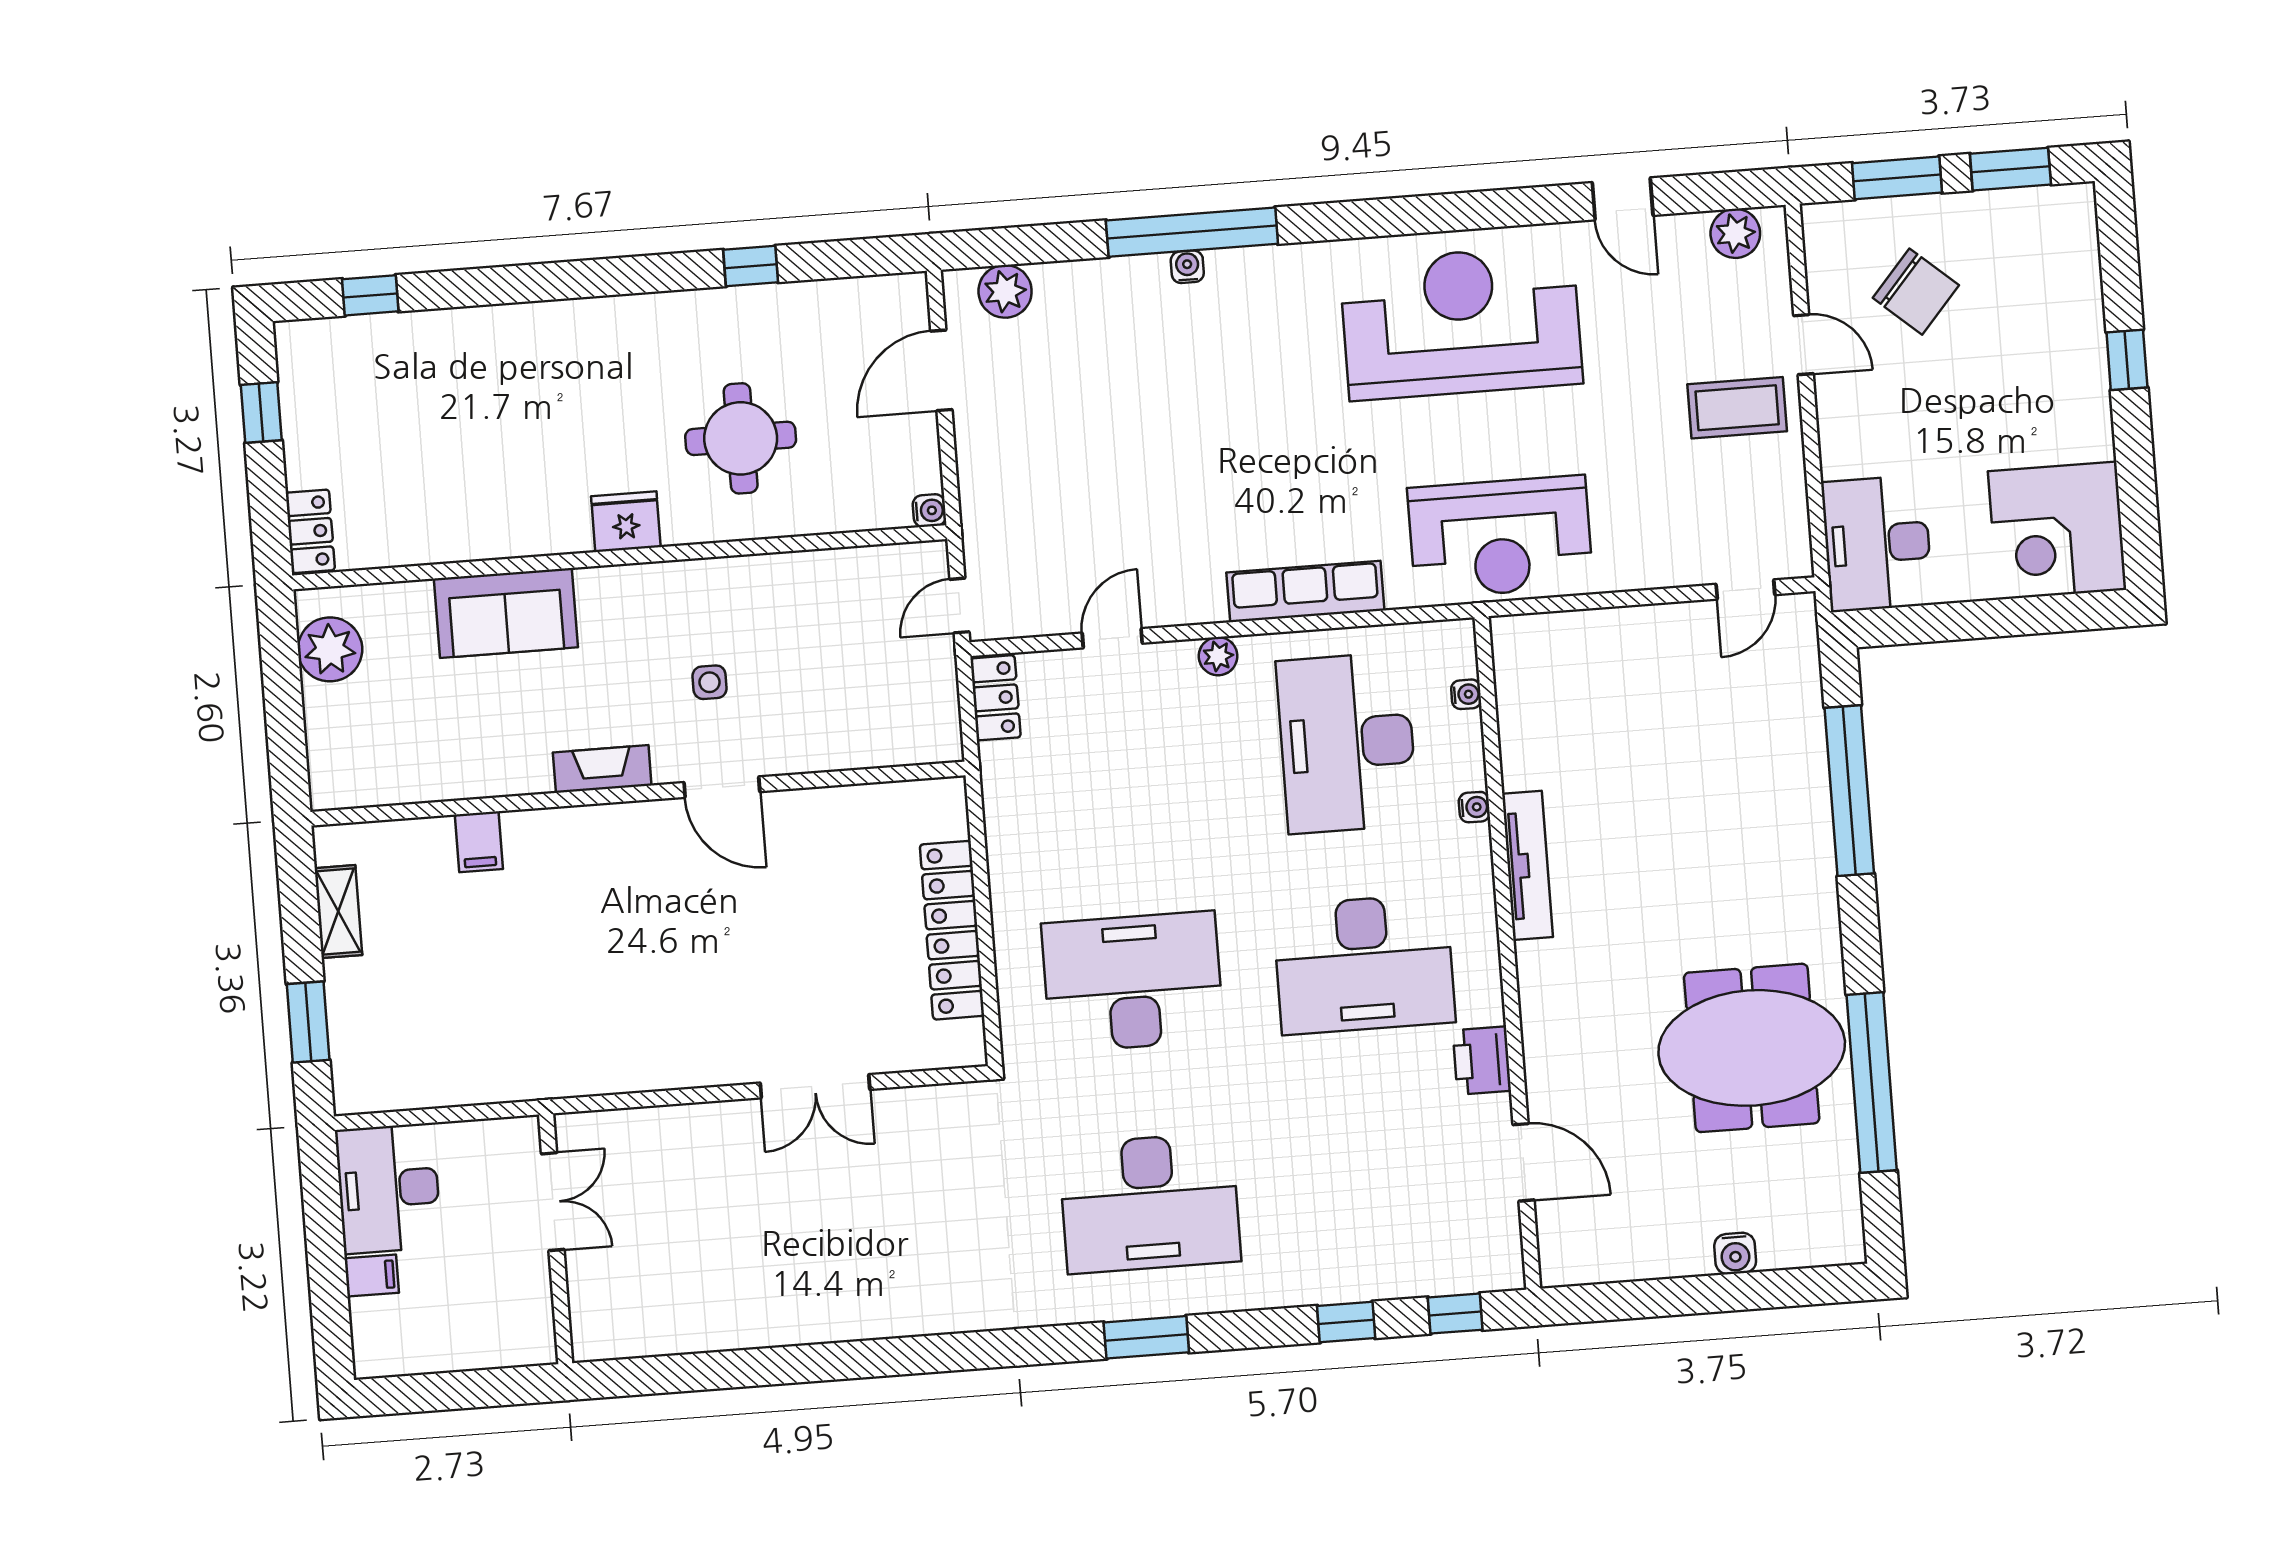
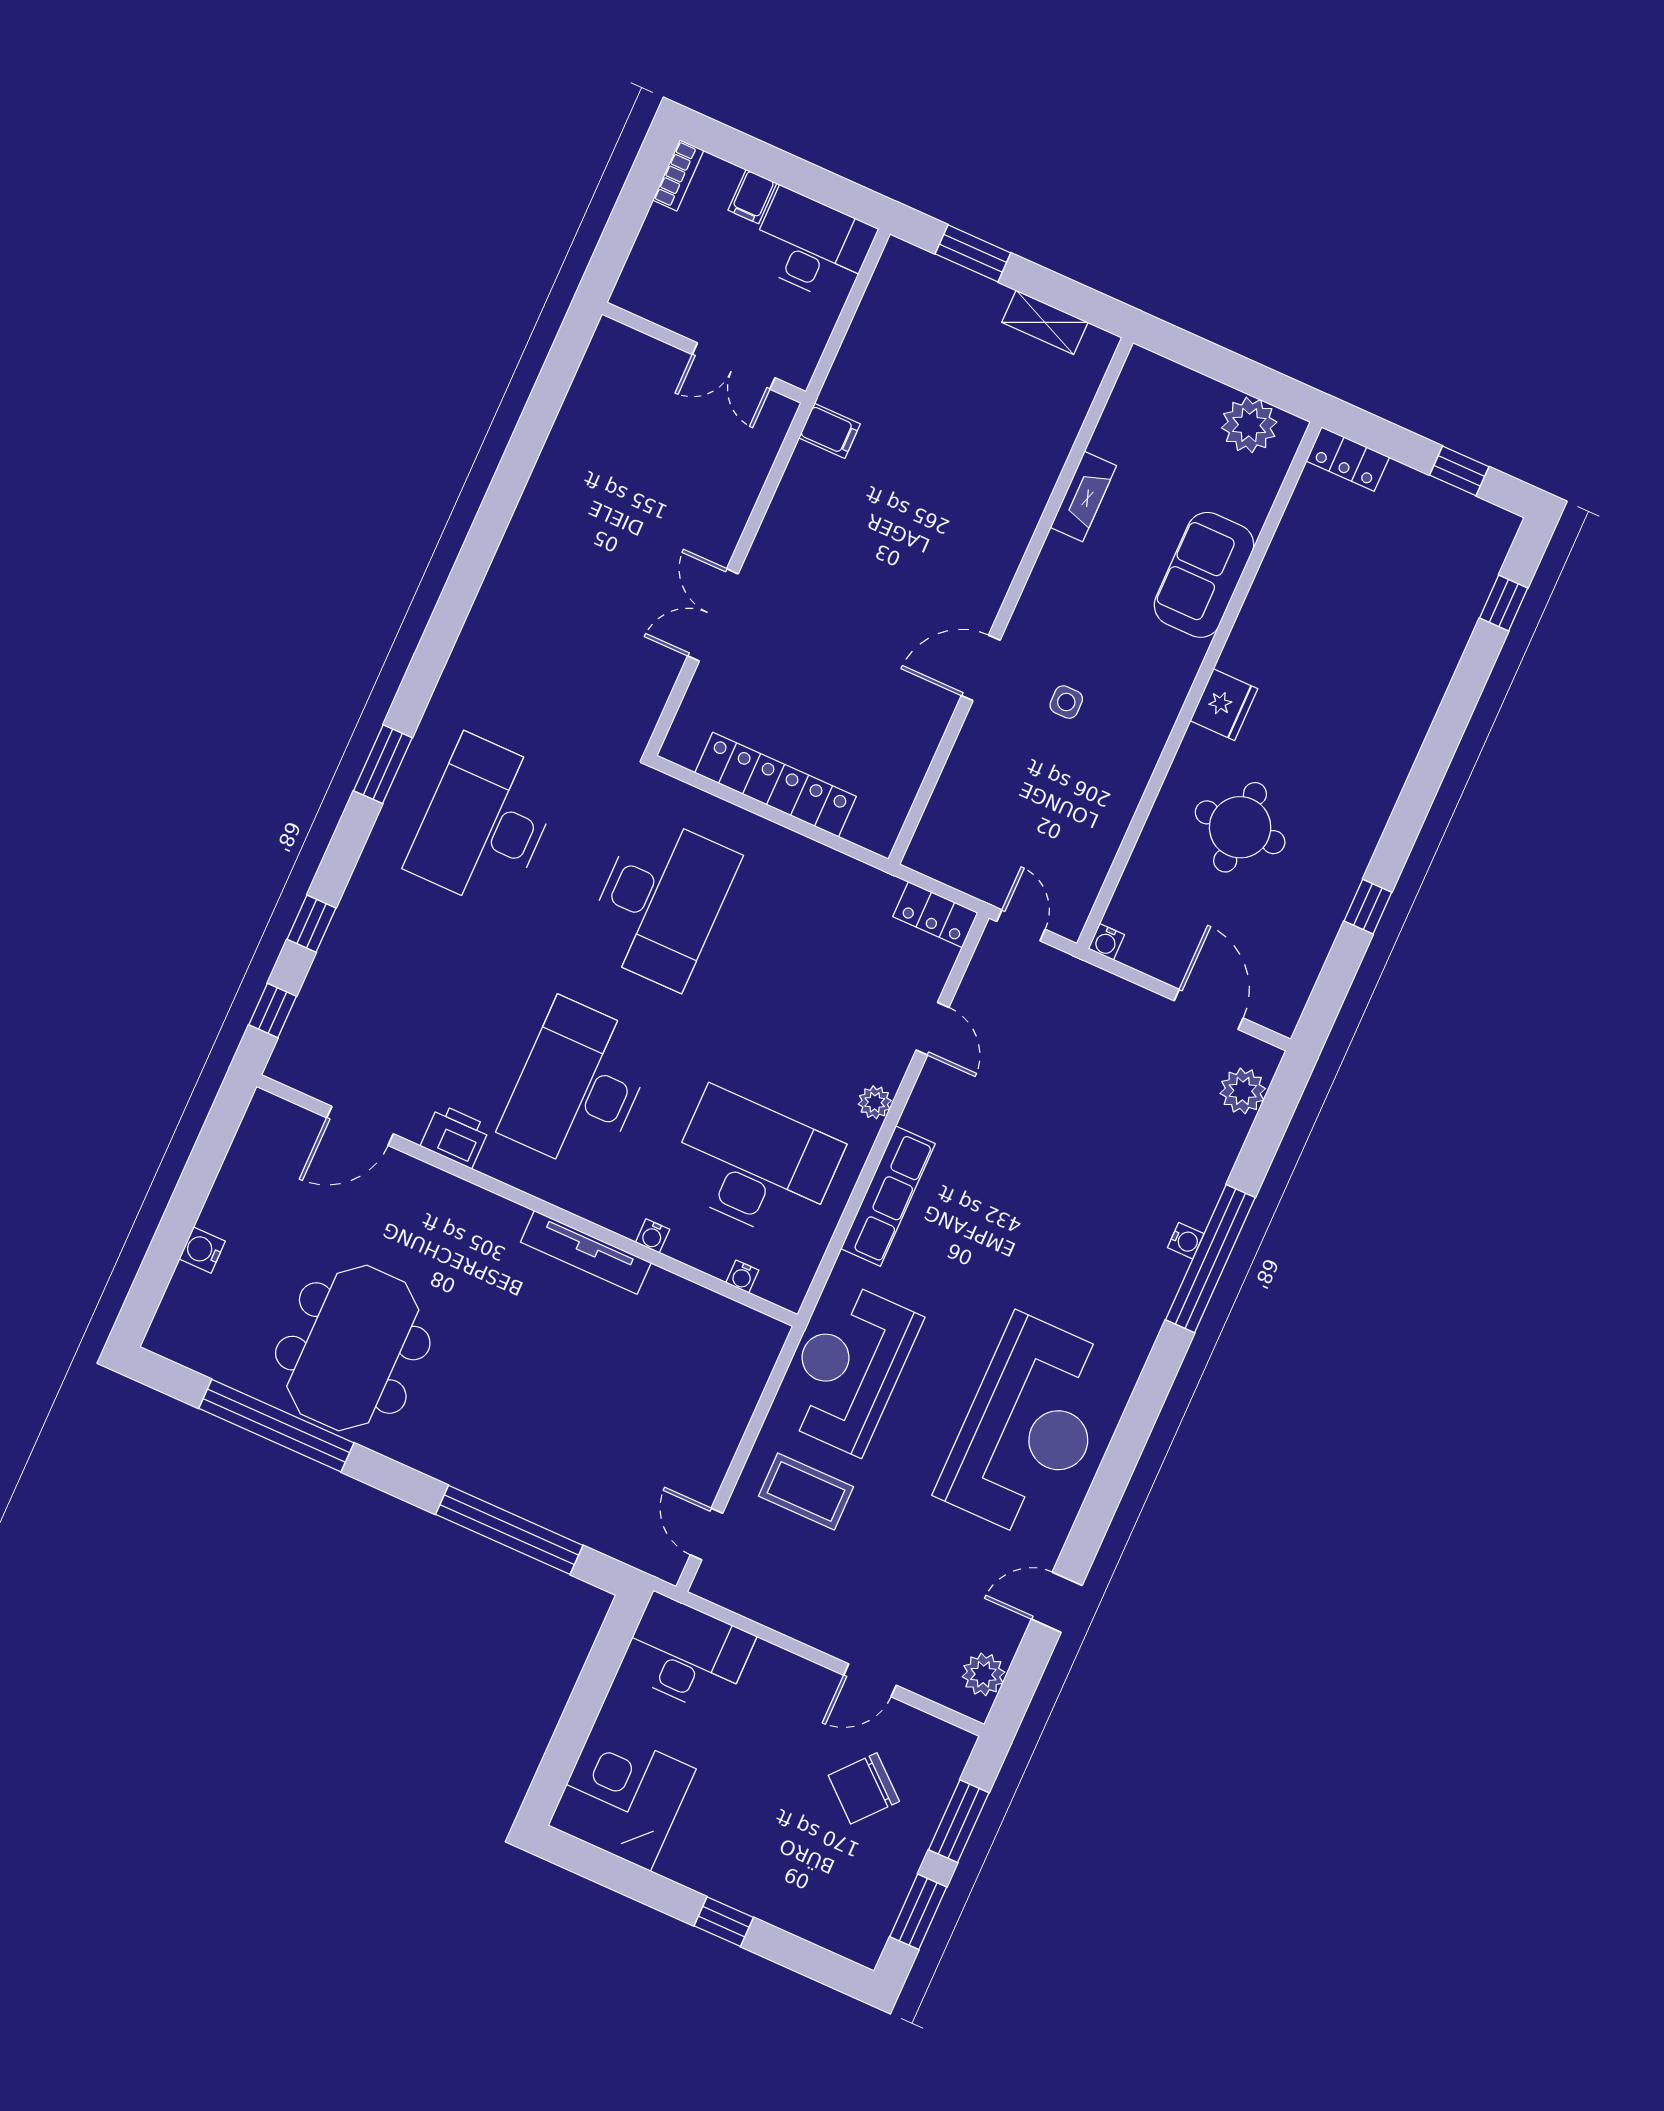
coffee table: (1737, 408) -> (806, 1491), moved, turned 90
fireplace: (602, 769) -> (1083, 496), moved
filing cabinet: (479, 842) -> (830, 431), moved, turned 180
bookcase: (391, 1362) -> (678, 175), added

